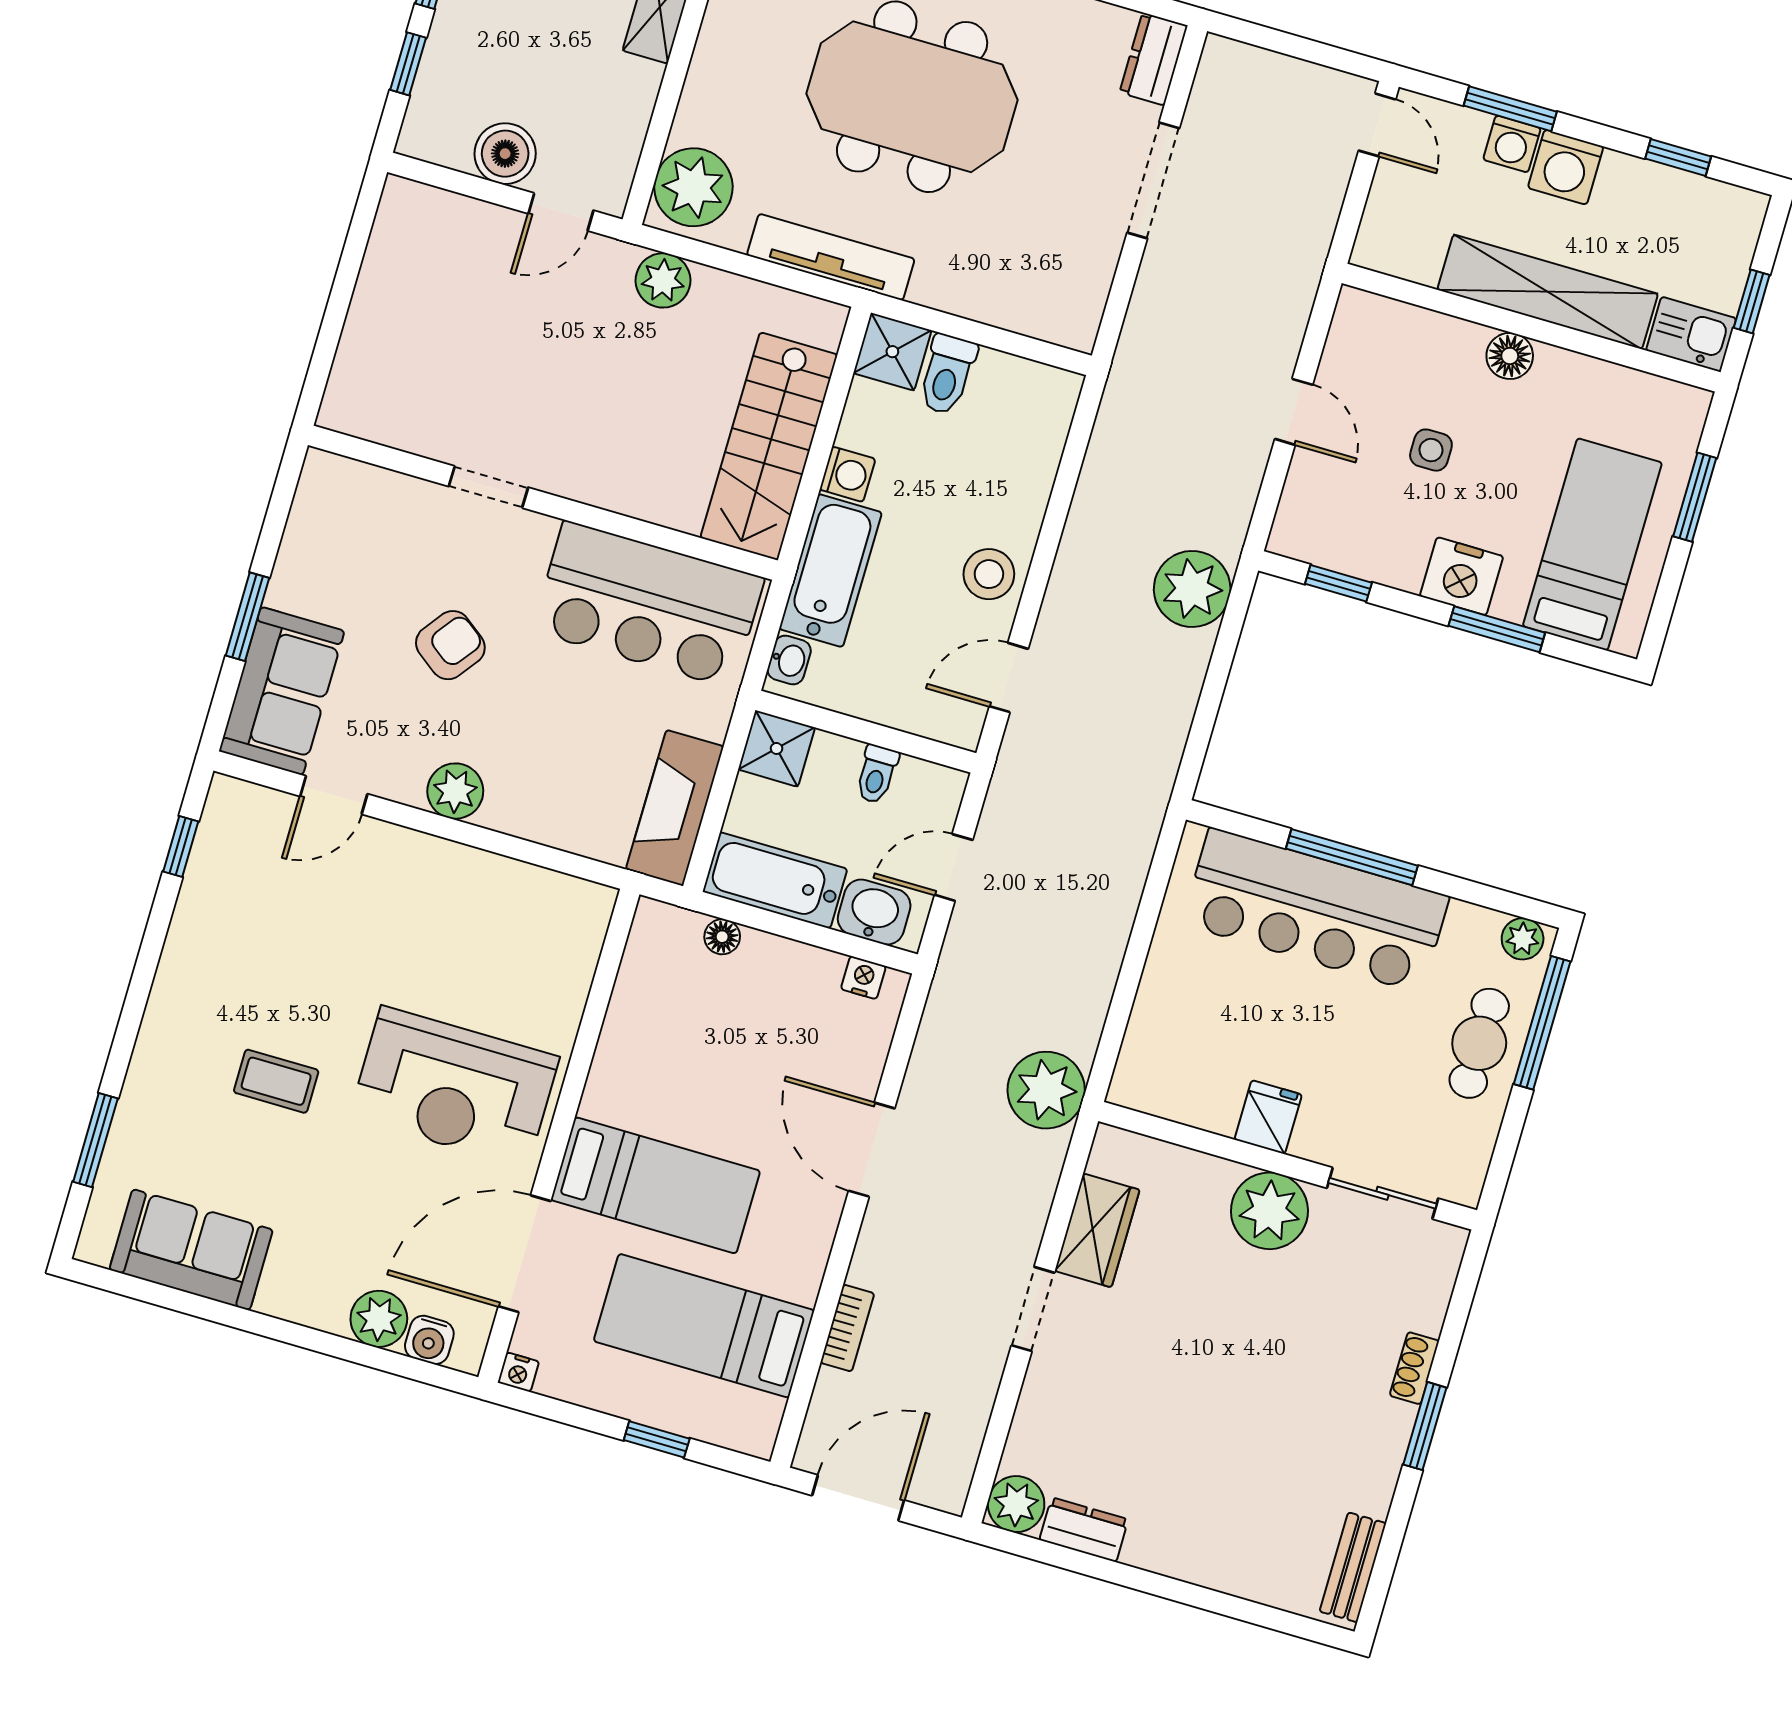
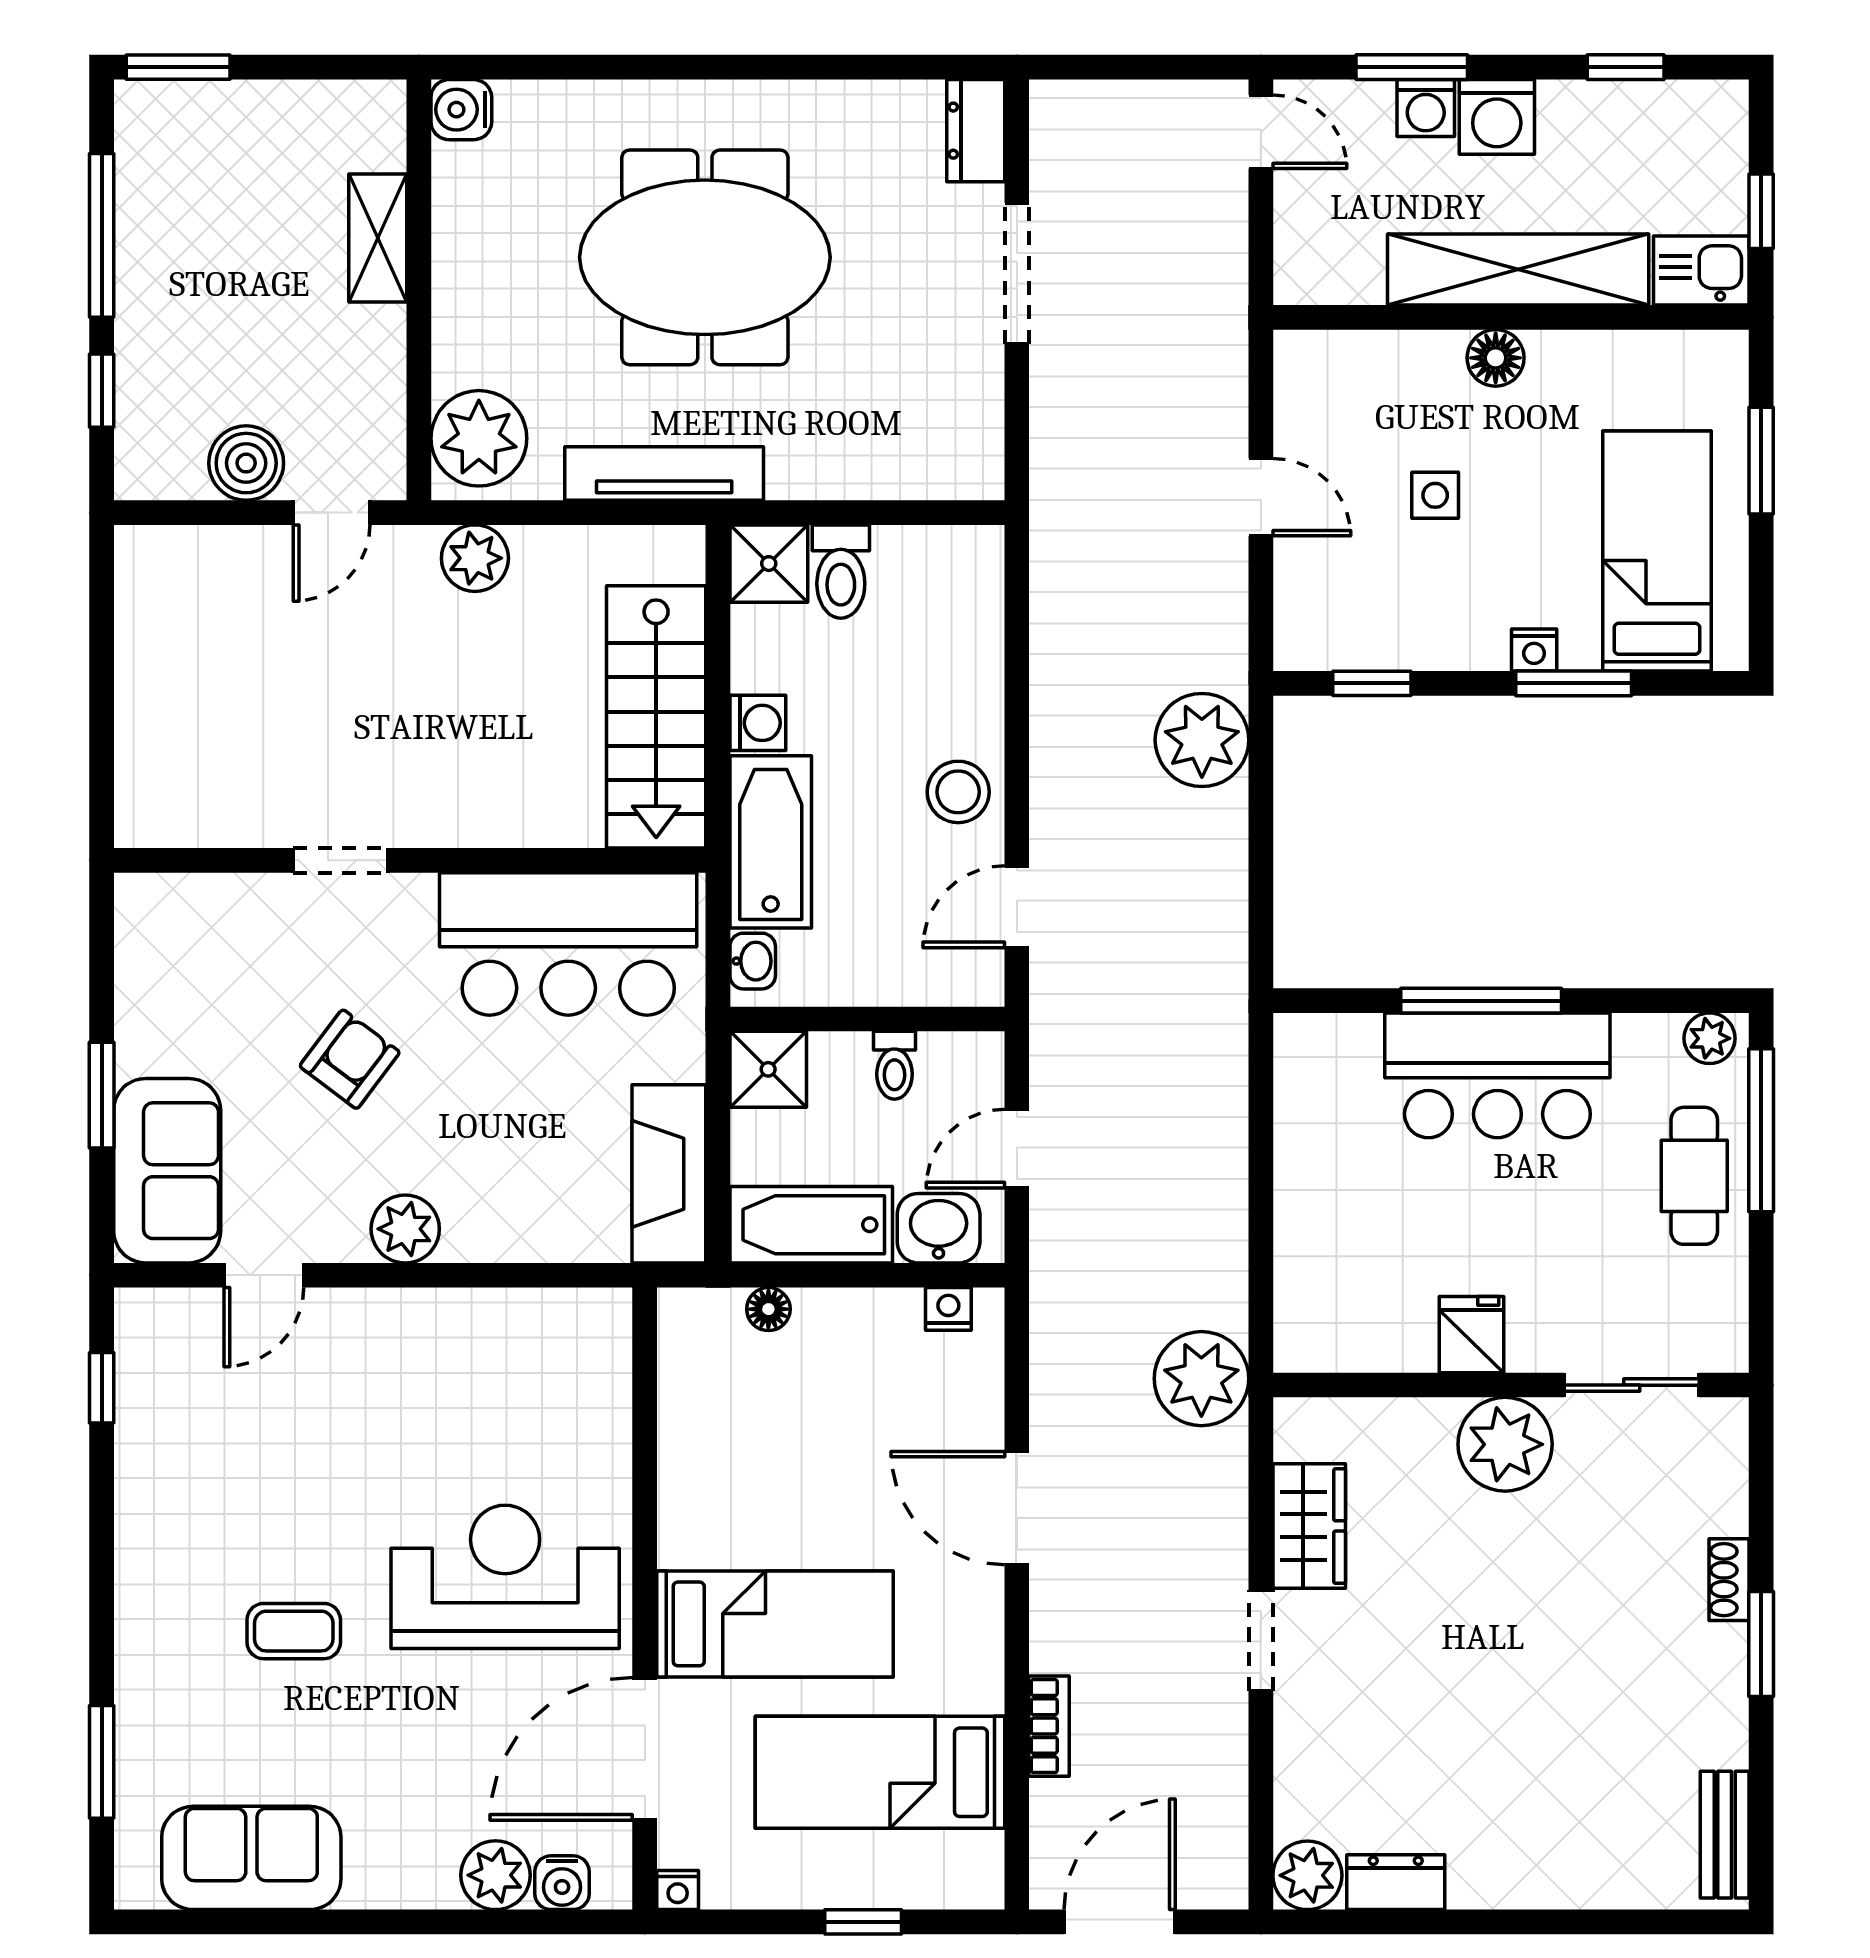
nightstand: (1462, 576) -> (1534, 650), width x0.53, depth x0.56
bar counter: (1316, 910) -> (1497, 1075), width x0.73
reception desk: (454, 1087) -> (505, 1577), turned 180

